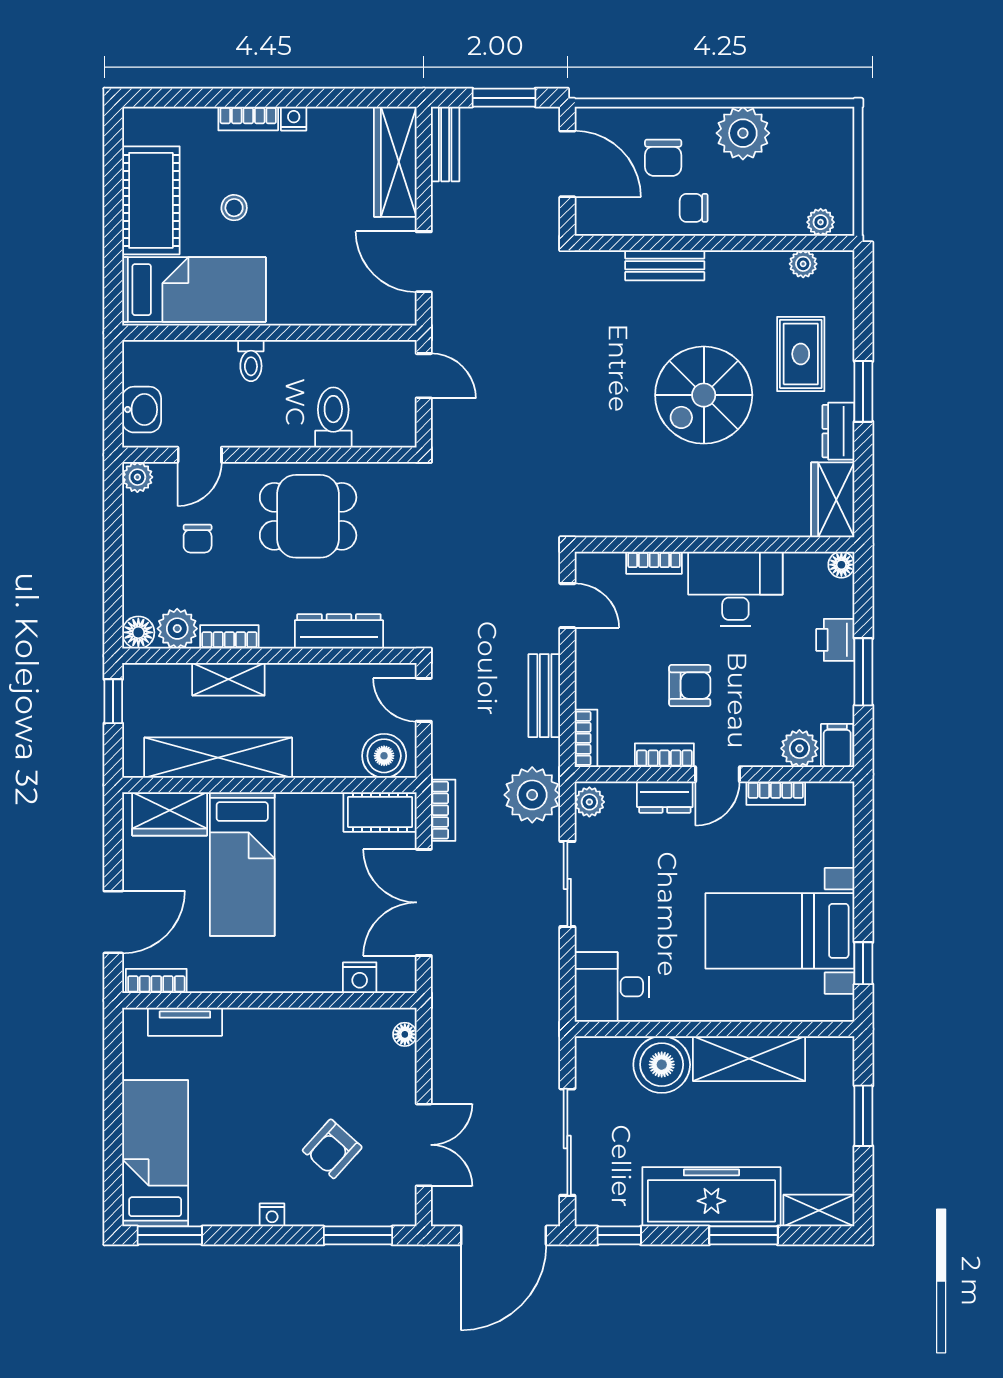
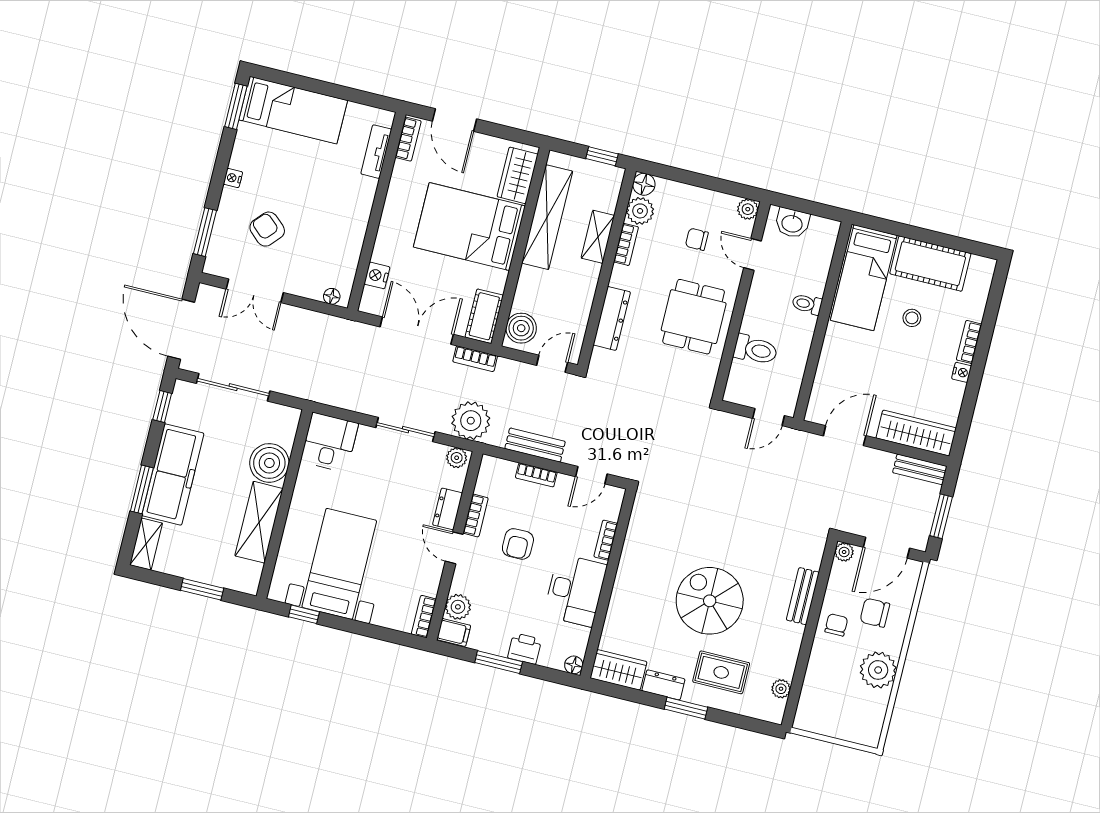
plant: (821, 222) -> (844, 552), moved
bookcase: (586, 738) -> (536, 475), moved
bookcase: (776, 793) -> (424, 617), moved
bed: (242, 864) -> (469, 226), width x1.50

